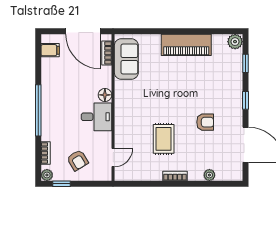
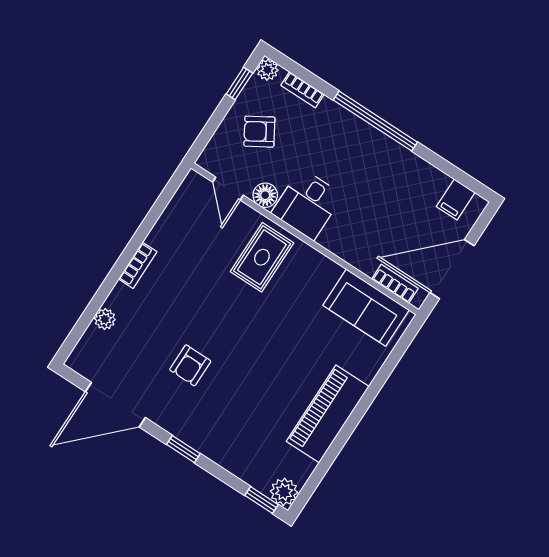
window: (245, 63) -> (262, 500), moved
floor lamp: (105, 95) -> (265, 195), moved
rug: (164, 139) -> (262, 257), moved, turned 90

